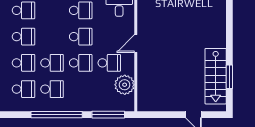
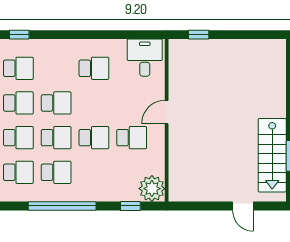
school desk: (81, 37) -> (56, 103), moved
plant: (125, 85) -> (152, 189), moved
window: (108, 115) -> (130, 206), width x0.46

